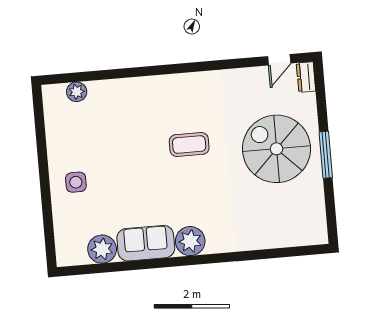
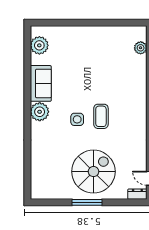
side table: (76, 182) -> (77, 119), moved
plant: (102, 249) -> (39, 45), moved

